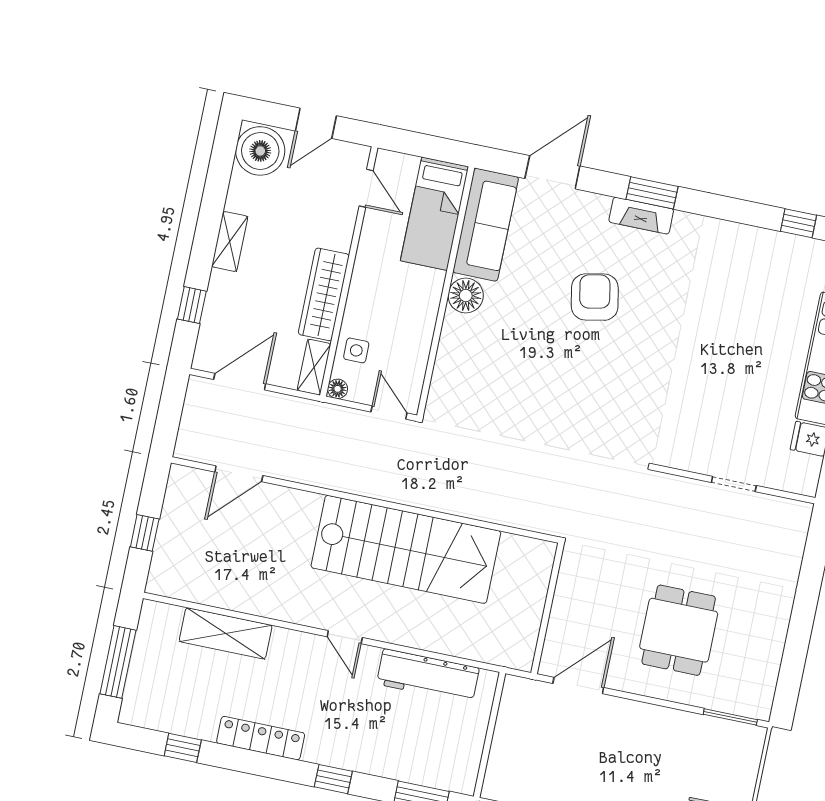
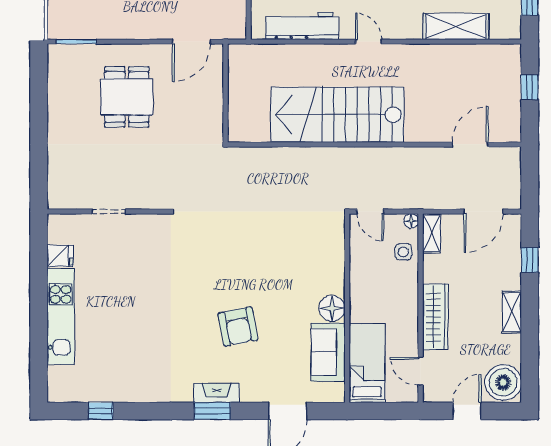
sofa: (486, 225) -> (328, 352), width x0.73
wardrobe: (324, 294) -> (435, 317), moved

